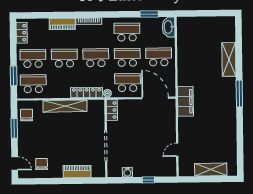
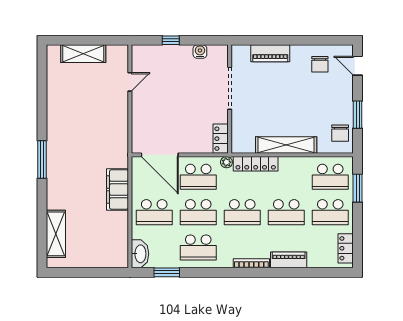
shelving: (229, 59) -> (56, 234), moved
filing cabinet: (185, 101) -> (118, 189), moved

